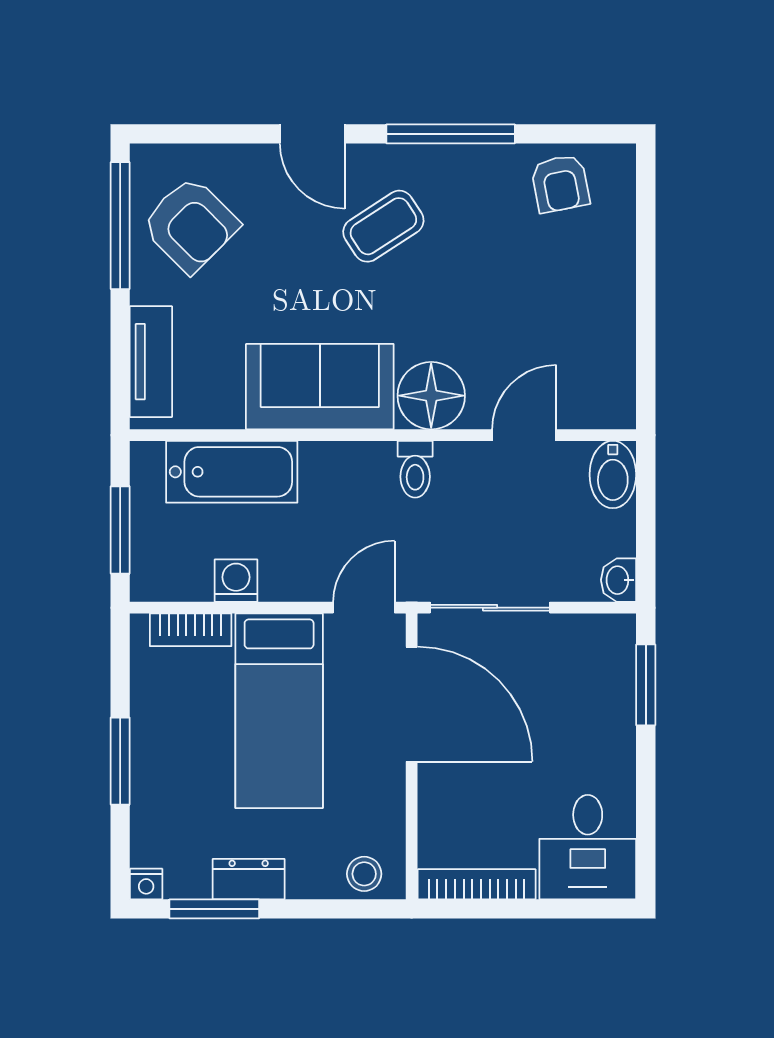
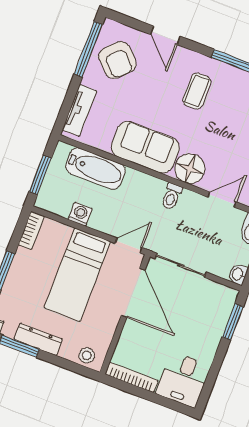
door: (312, 134) -> (165, 35), moved
coffee table: (383, 226) -> (197, 91), turned -57
bookcase: (191, 630) -> (31, 230), moved, turned -90
dresser: (249, 879) -> (38, 339), width x1.44

